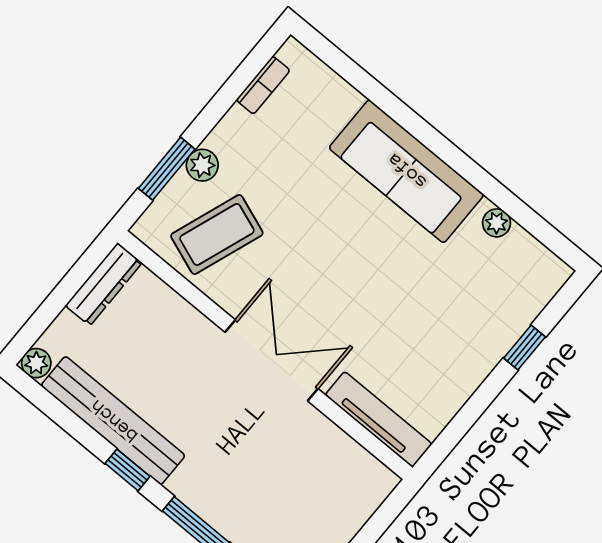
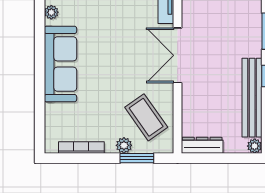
bookcase: (263, 85) -> (81, 148), width x1.56
coffee table: (217, 234) -> (146, 117), turned 35

